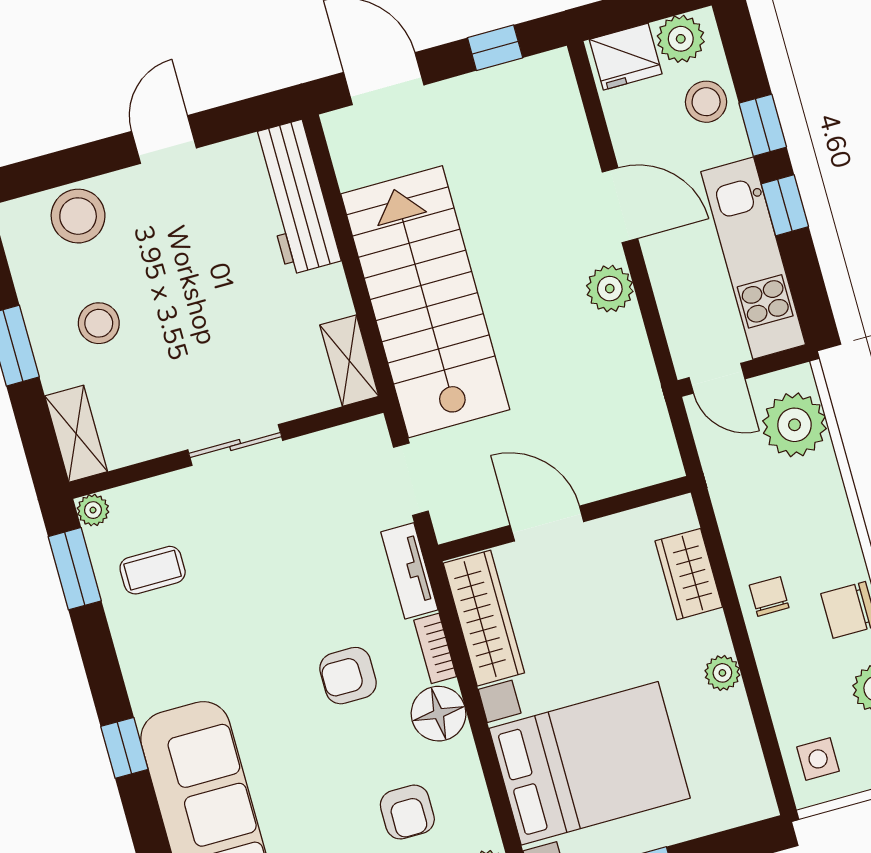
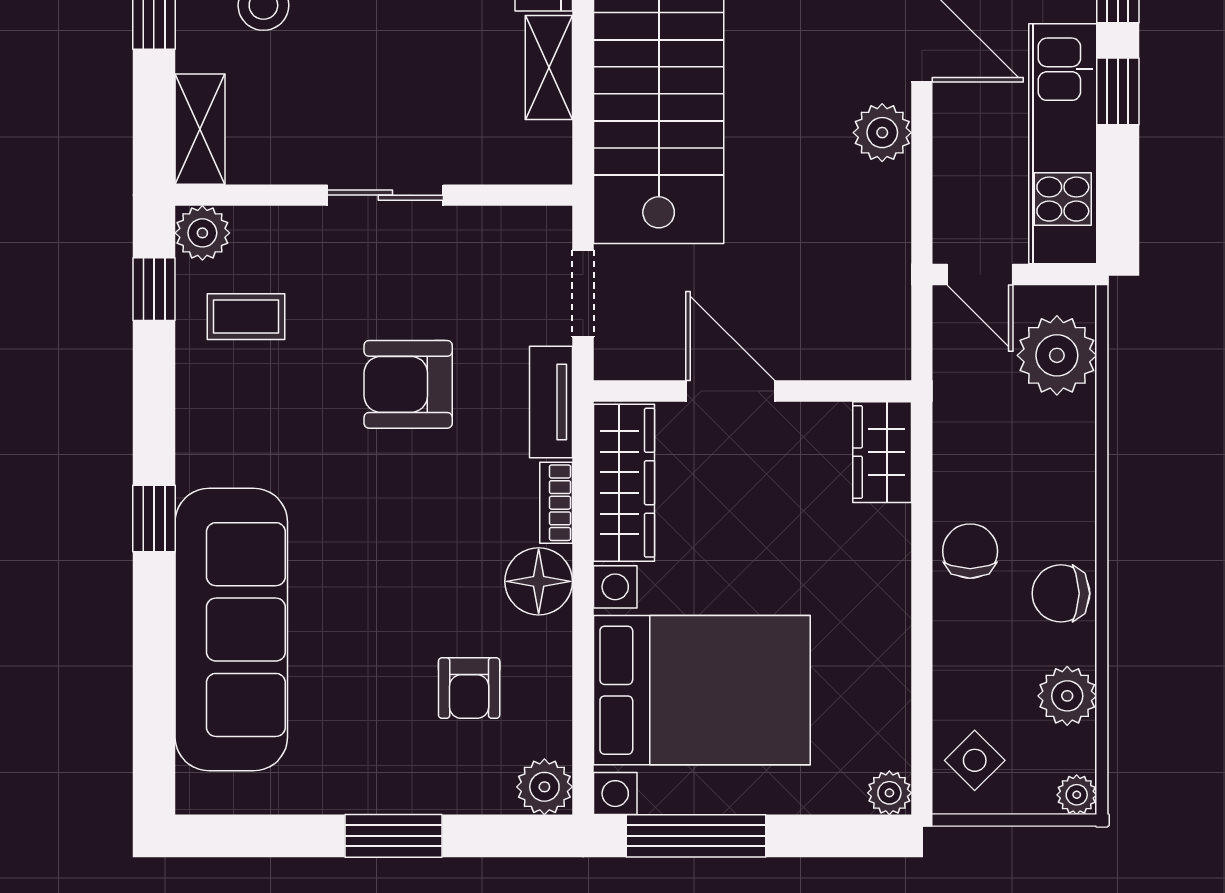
shelving: (349, 361) -> (549, 67), moved
plant: (93, 510) -> (202, 233), width x1.38, depth x1.38
window: (75, 569) -> (154, 289), width x0.67
wardrobe: (689, 574) -> (882, 452), moved
chair: (769, 596) -> (970, 551), width x1.37, depth x1.37
plant: (722, 673) -> (889, 793), moved
armchair: (348, 676) -> (408, 384), moved, width x1.38, depth x1.38
side table: (818, 759) -> (975, 760), turned 45

